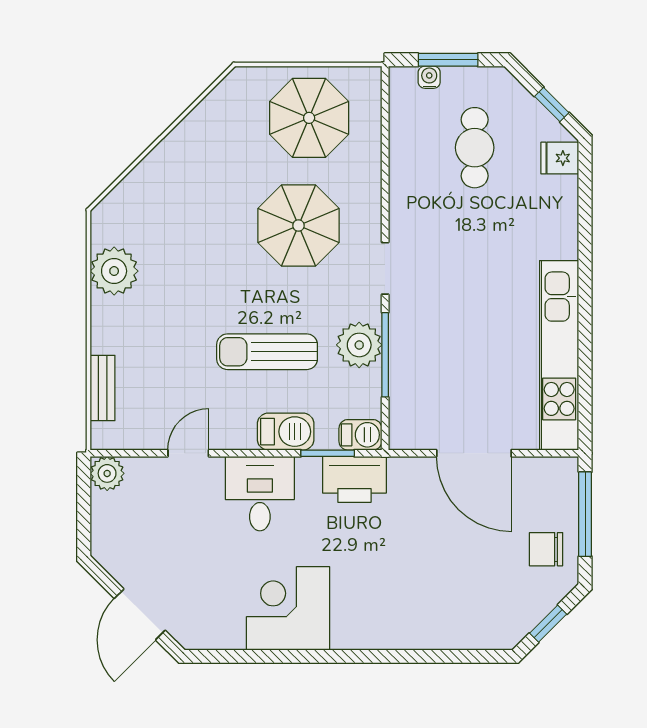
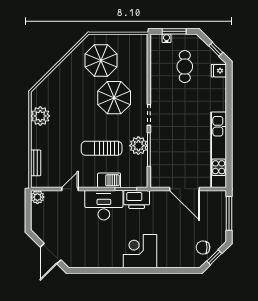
parasol: (309, 118) -> (101, 61), moved
barbecue: (360, 435) -> (139, 182), removed
desk: (260, 494) -> (104, 205), width x1.37
chair: (546, 549) -> (203, 247), moved
corner desk: (288, 608) -> (140, 251), moved

